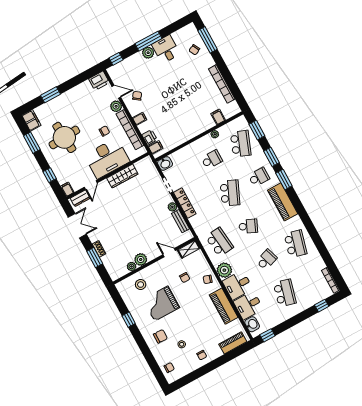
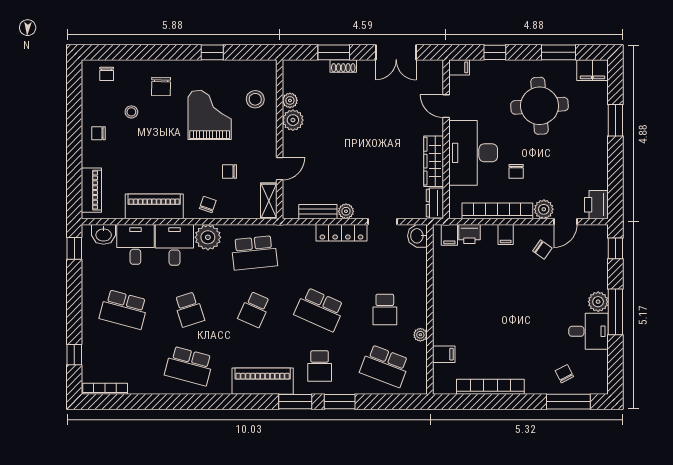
window: (257, 130) -> (392, 402), removed
dresser: (80, 198) -> (435, 203), moved

